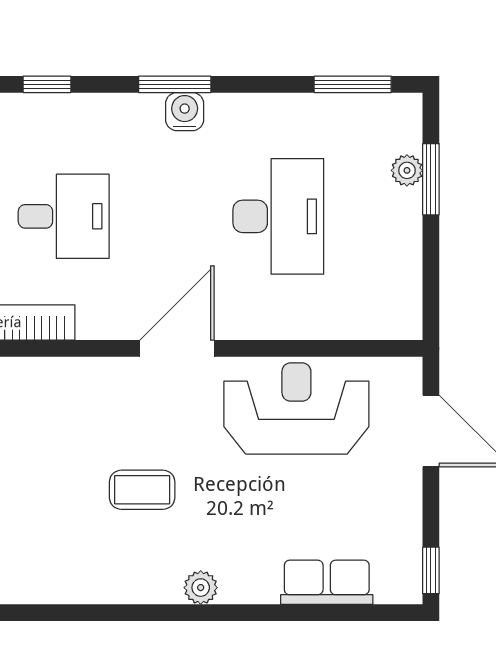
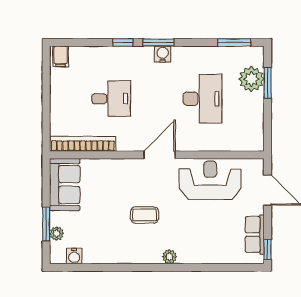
window: (47, 84) -> (123, 42), moved
plant: (407, 170) -> (251, 79), width x1.88, depth x1.88
row of seats: (327, 582) -> (255, 234), moved, turned -90

